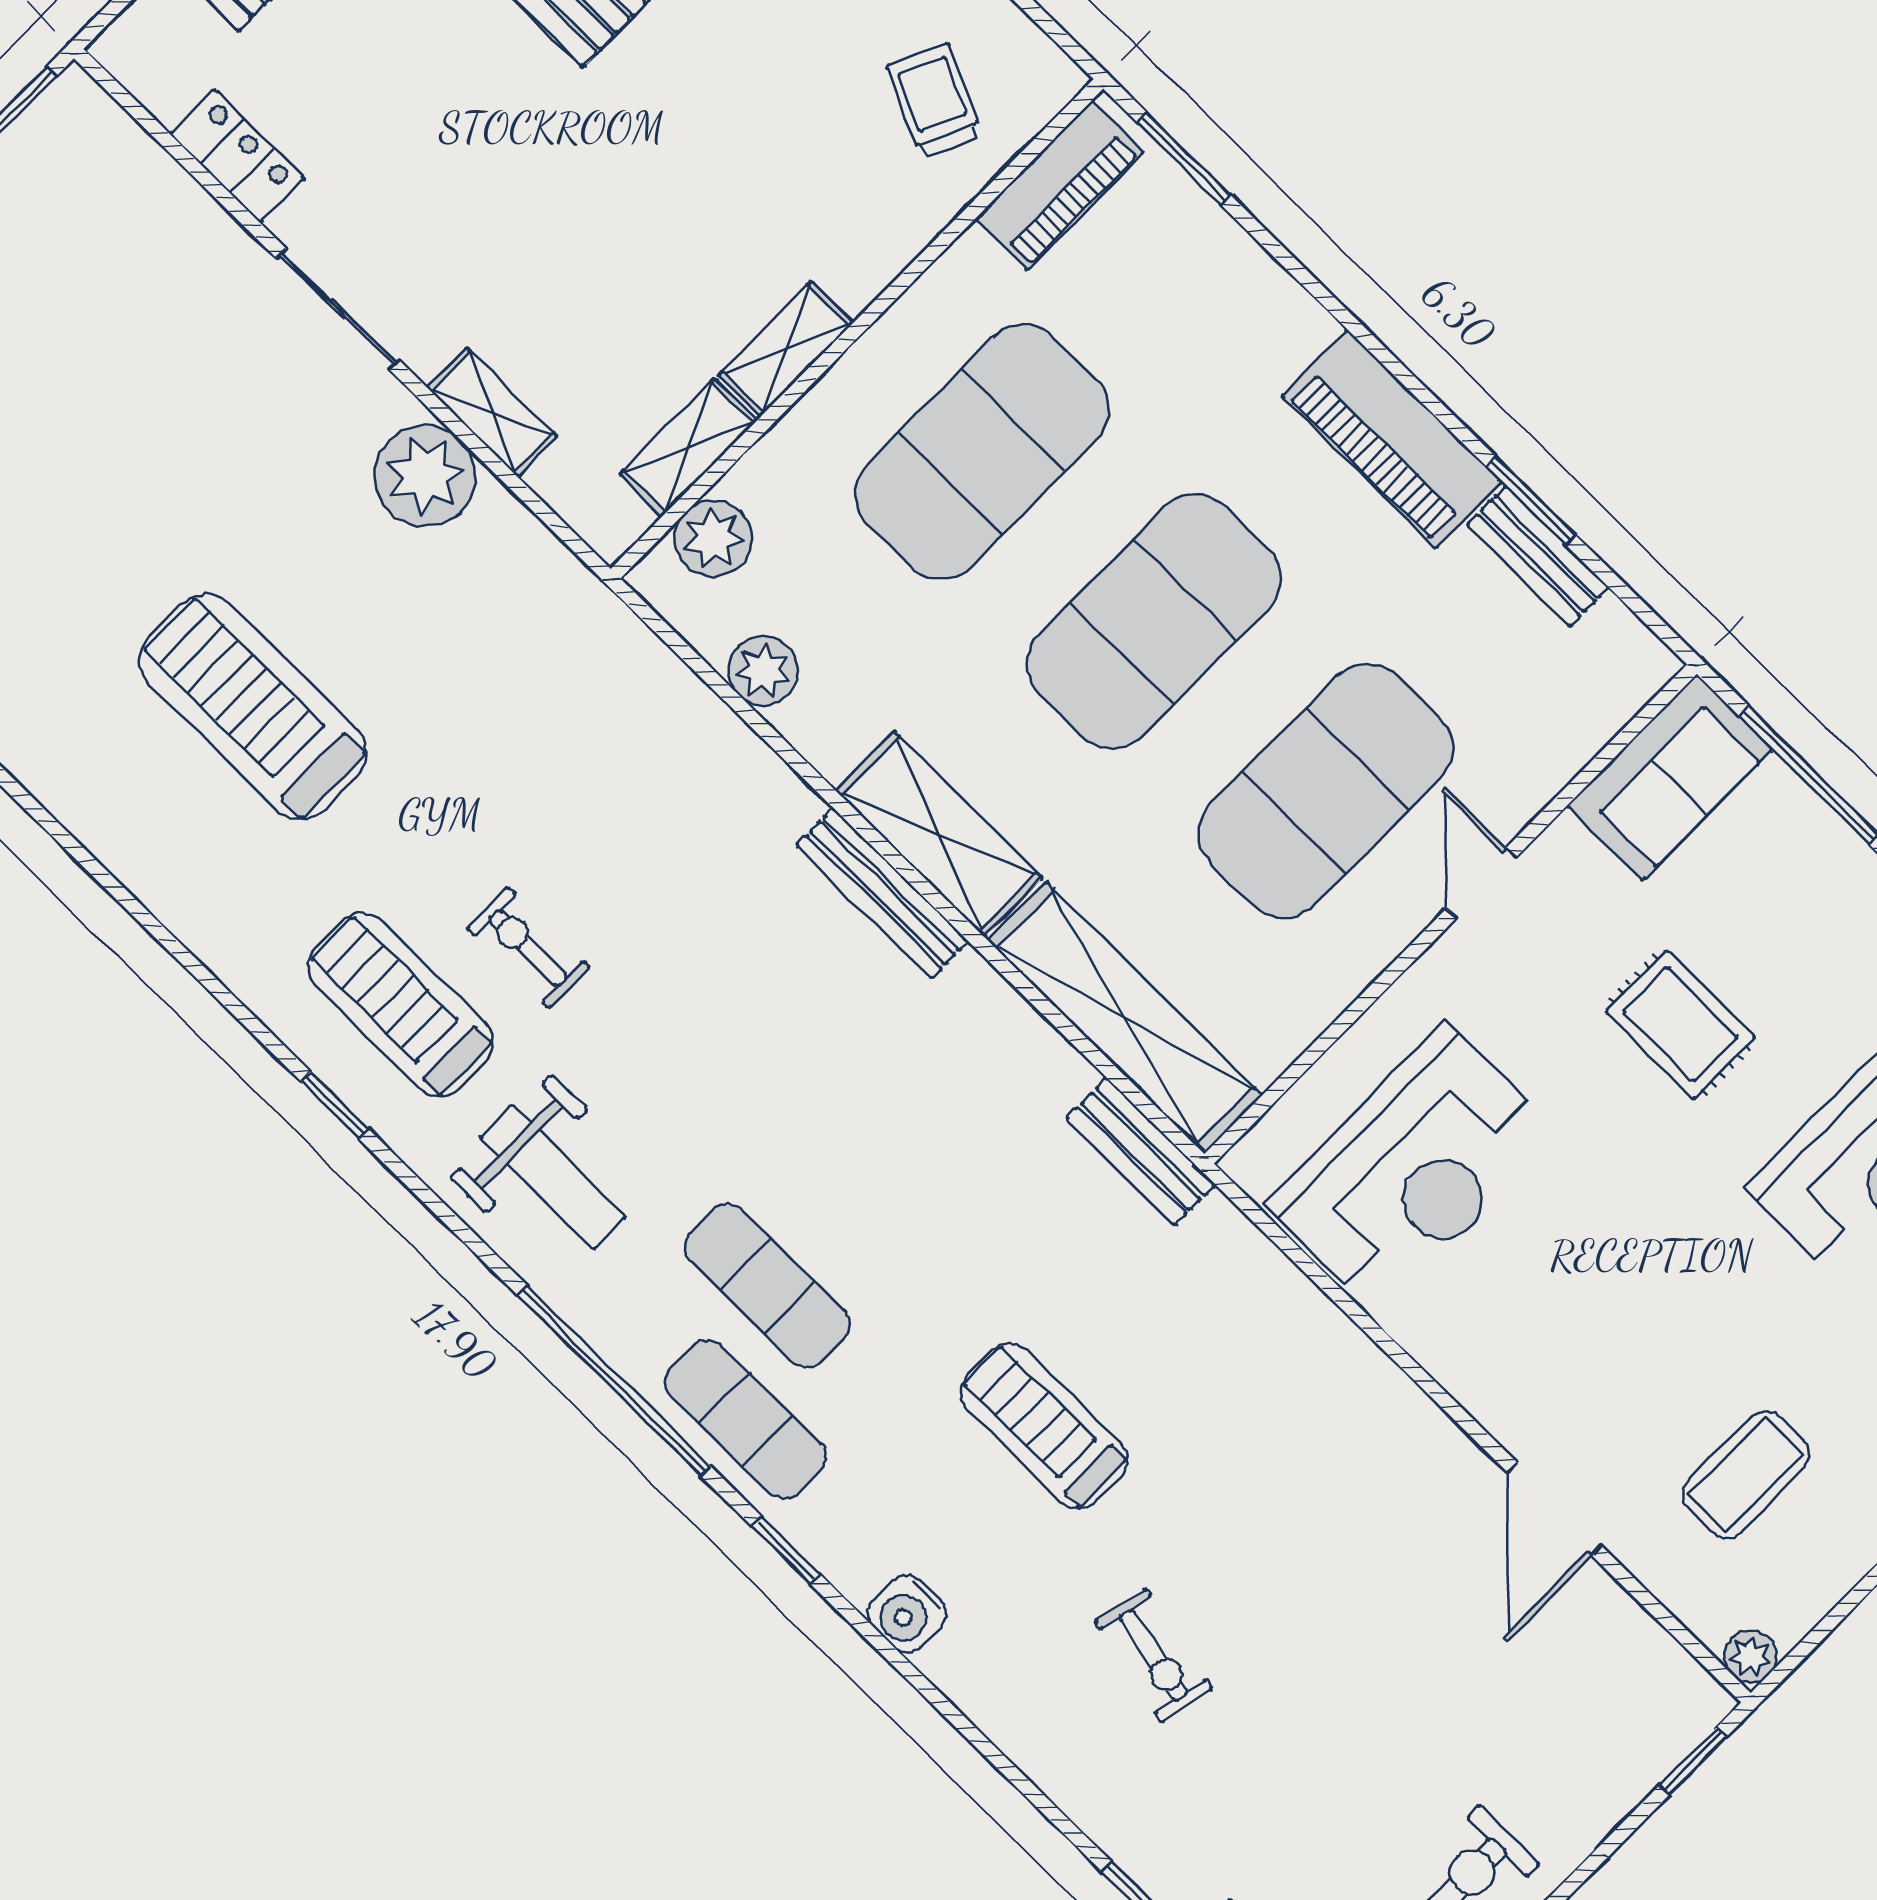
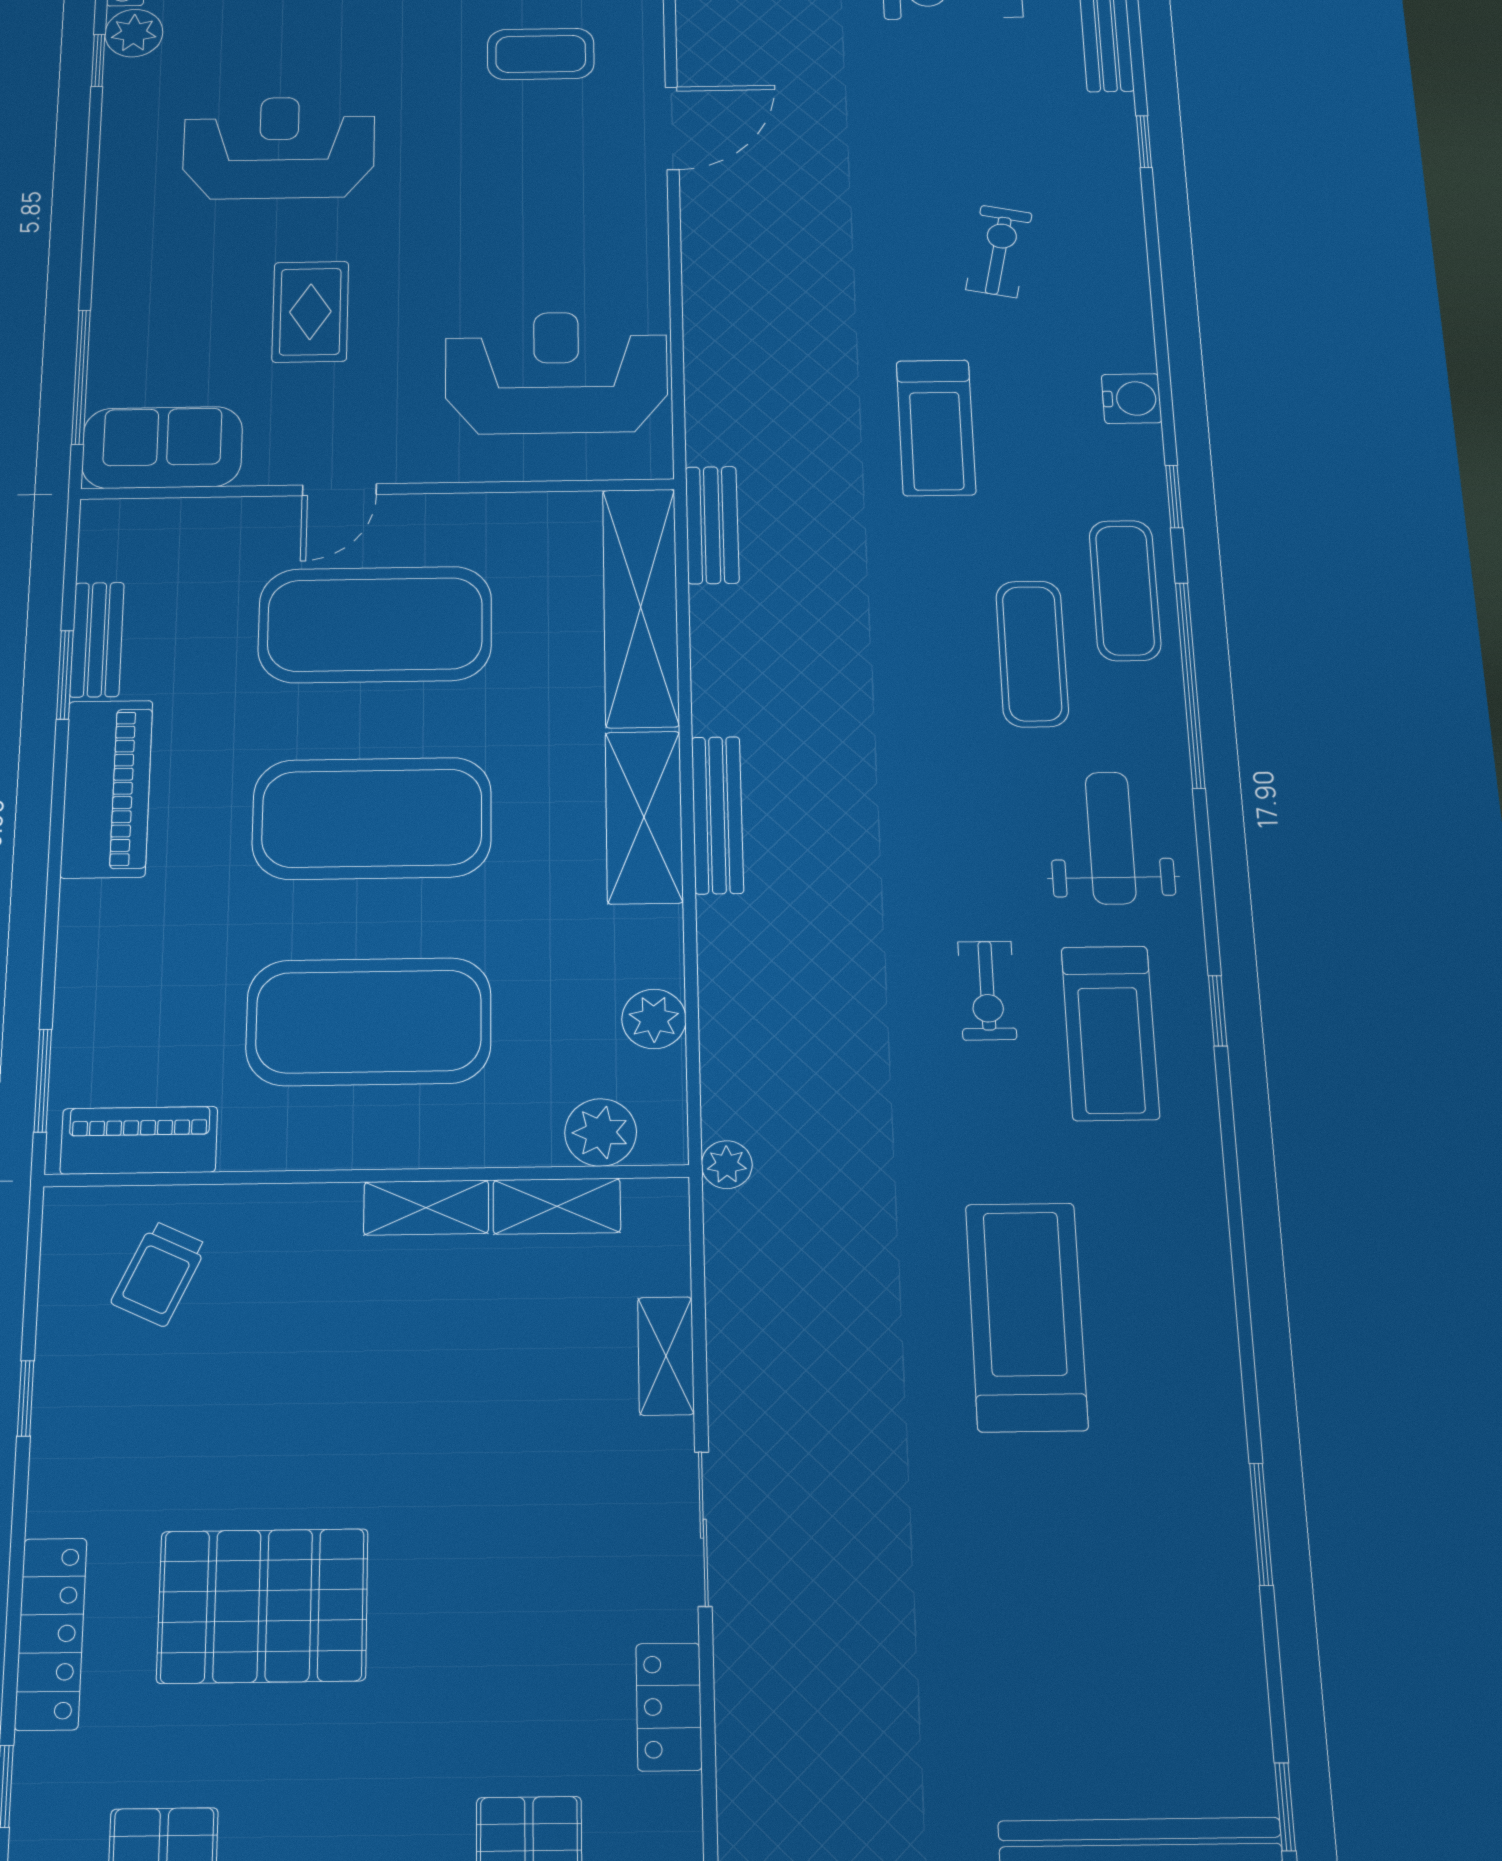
plant: (425, 476) -> (727, 1165), moved, width x0.53, depth x0.53
treadmill: (253, 707) -> (1026, 1316), turned 180

